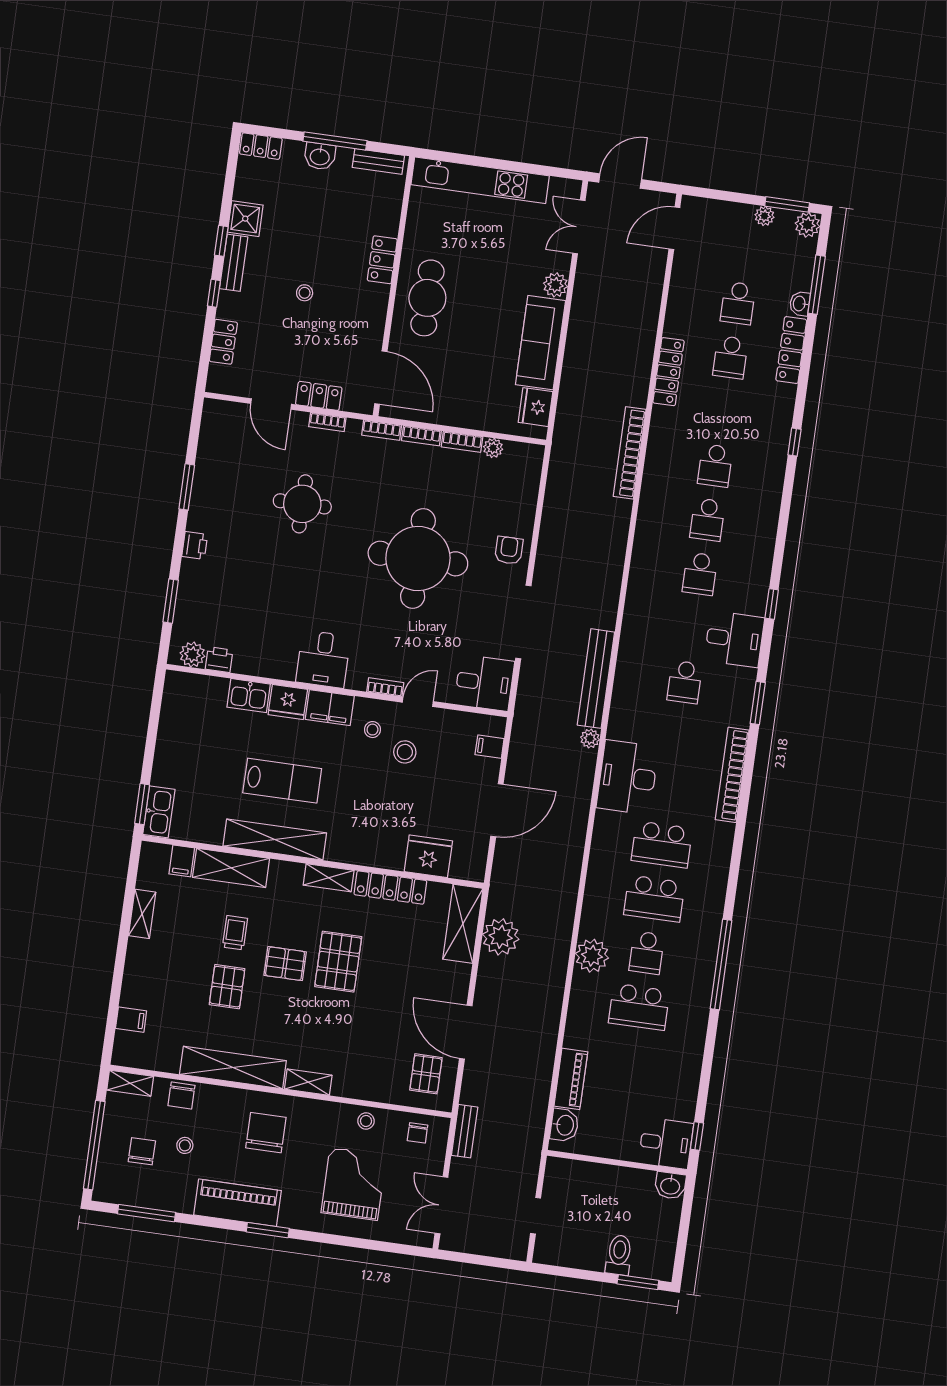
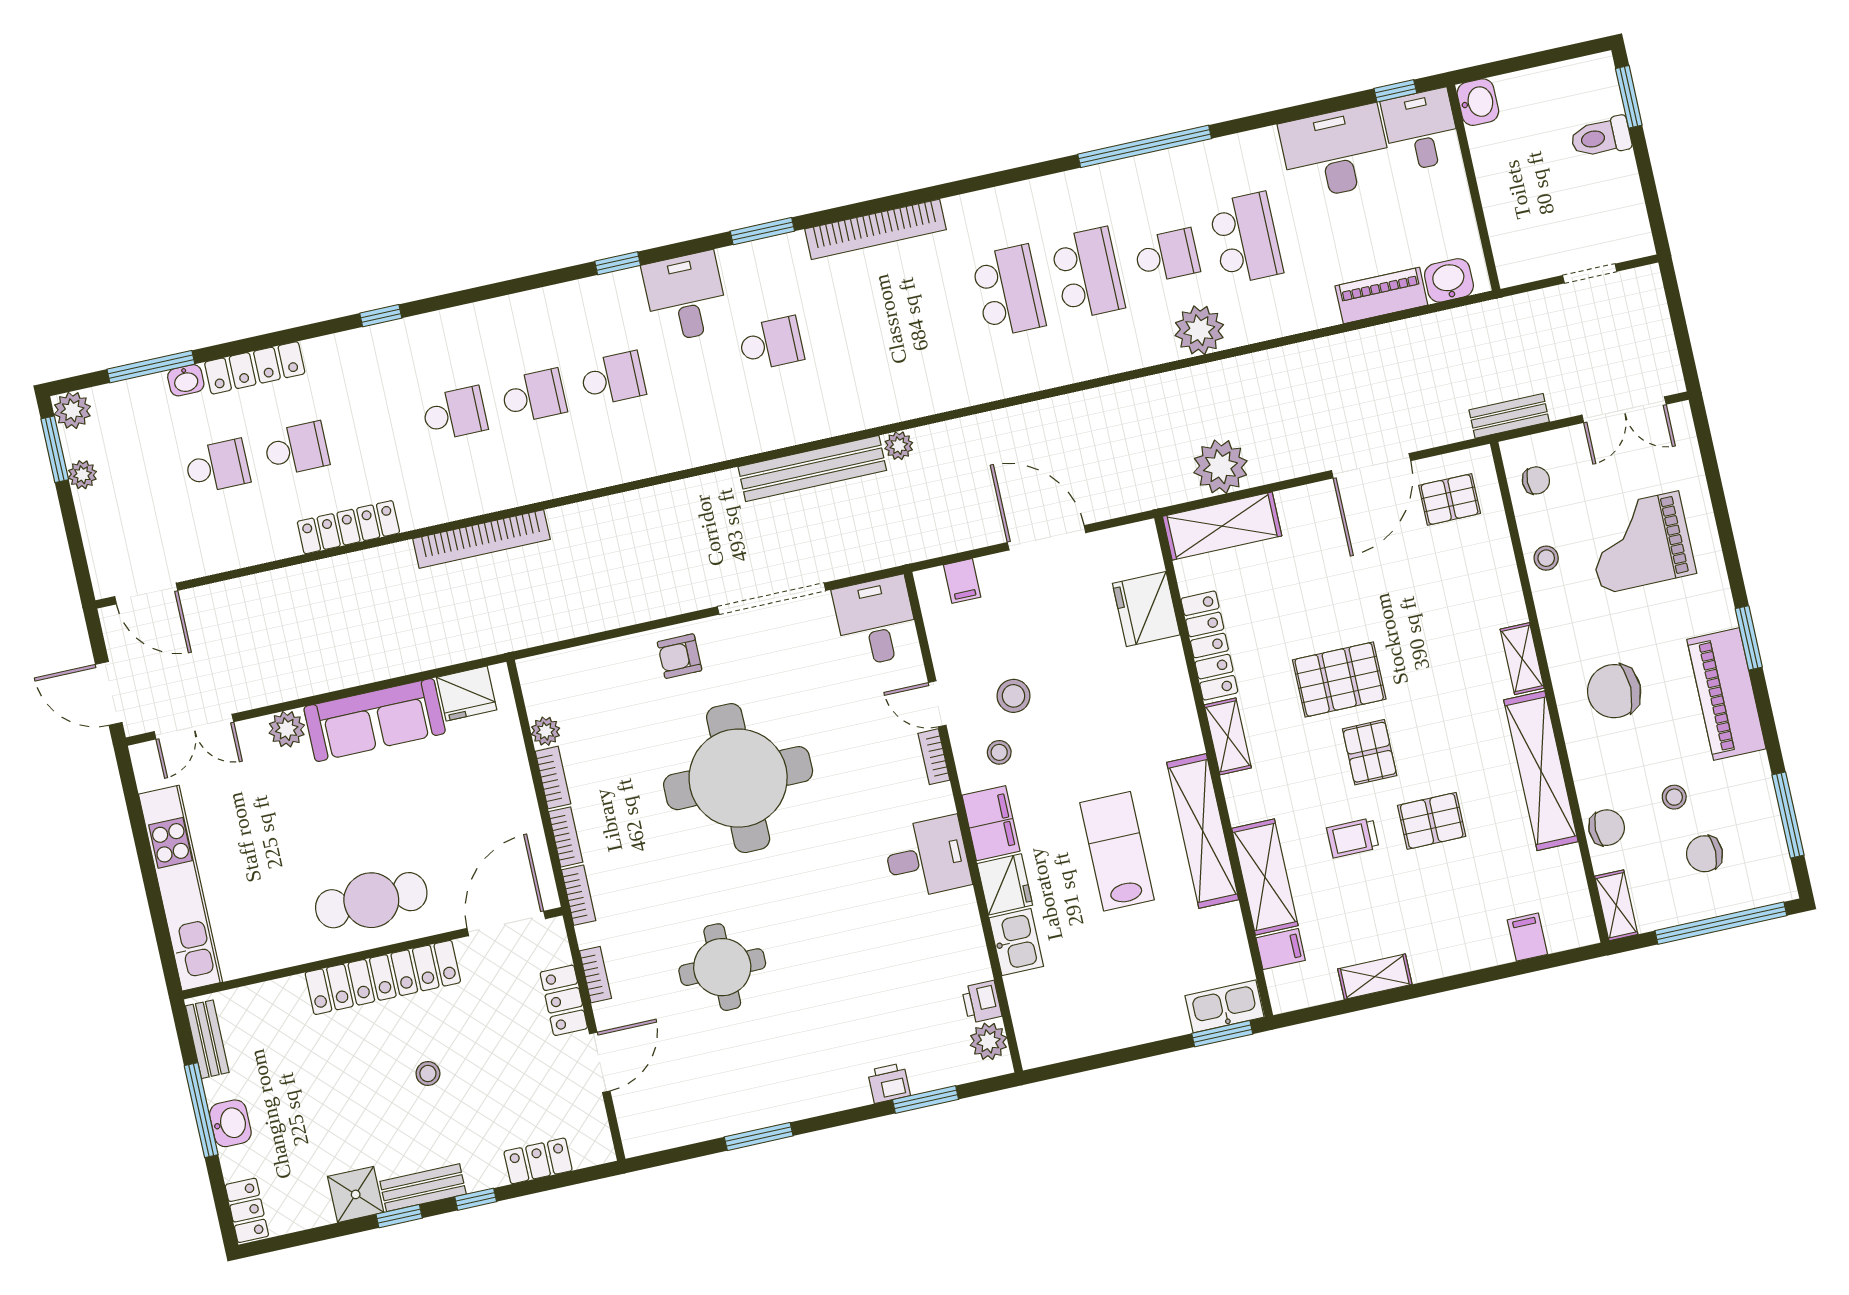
locker: (382, 260) -> (383, 977), width x2.16, depth x1.21
printer: (195, 545) -> (889, 1083), moved
desk: (627, 777) -> (1336, 152), moved, turned 180

